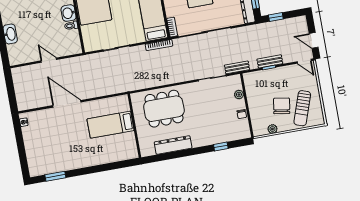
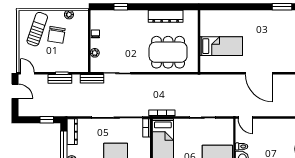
door: (49, 60) -> (245, 118), moved

